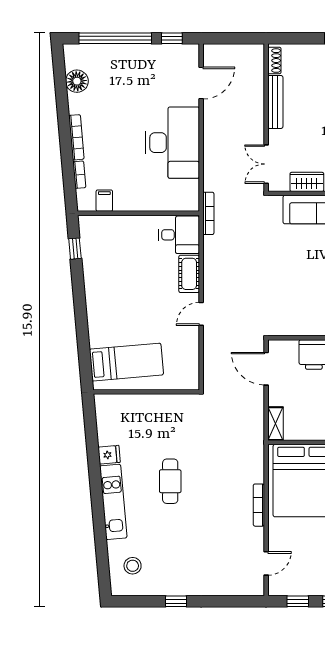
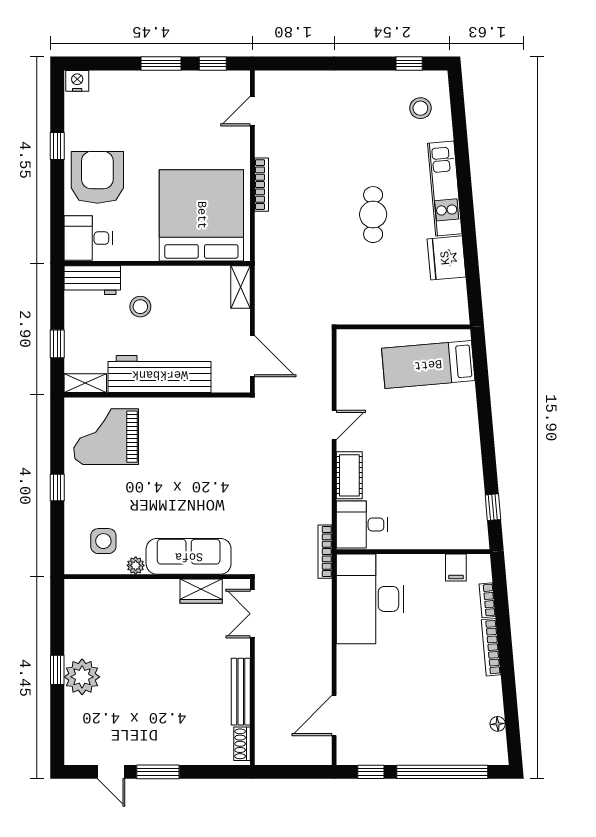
floor lamp: (77, 81) -> (498, 724), width x0.53, depth x0.53
desk: (173, 143) -> (370, 599), moved
double door: (266, 164) -> (252, 614), swing flipped
fridge: (109, 455) -> (446, 258), width x1.88, depth x1.34
window: (176, 601) -> (409, 64), moved

